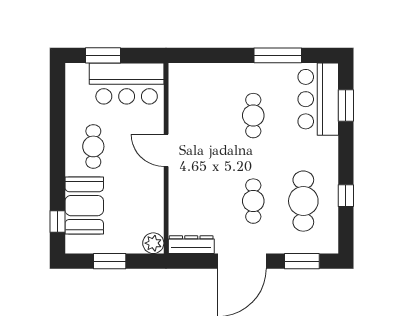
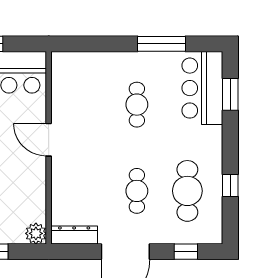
window: (302, 261) -> (186, 252), width x0.67

